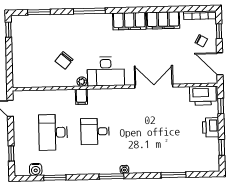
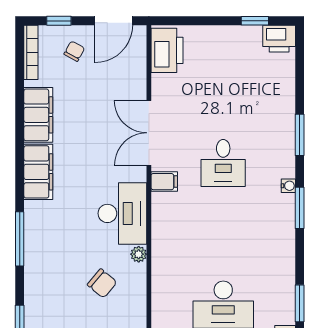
filing cabinet: (81, 97) -> (164, 182), moved
window: (221, 106) -> (185, 21), removed
printer: (211, 127) -> (279, 39), moved
desk: (95, 131) -> (223, 163), moved
window: (174, 175) -> (300, 135), moved

